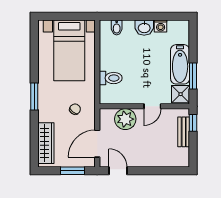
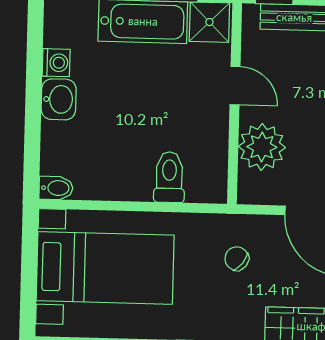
bidet: (117, 27) -> (56, 188), moved

